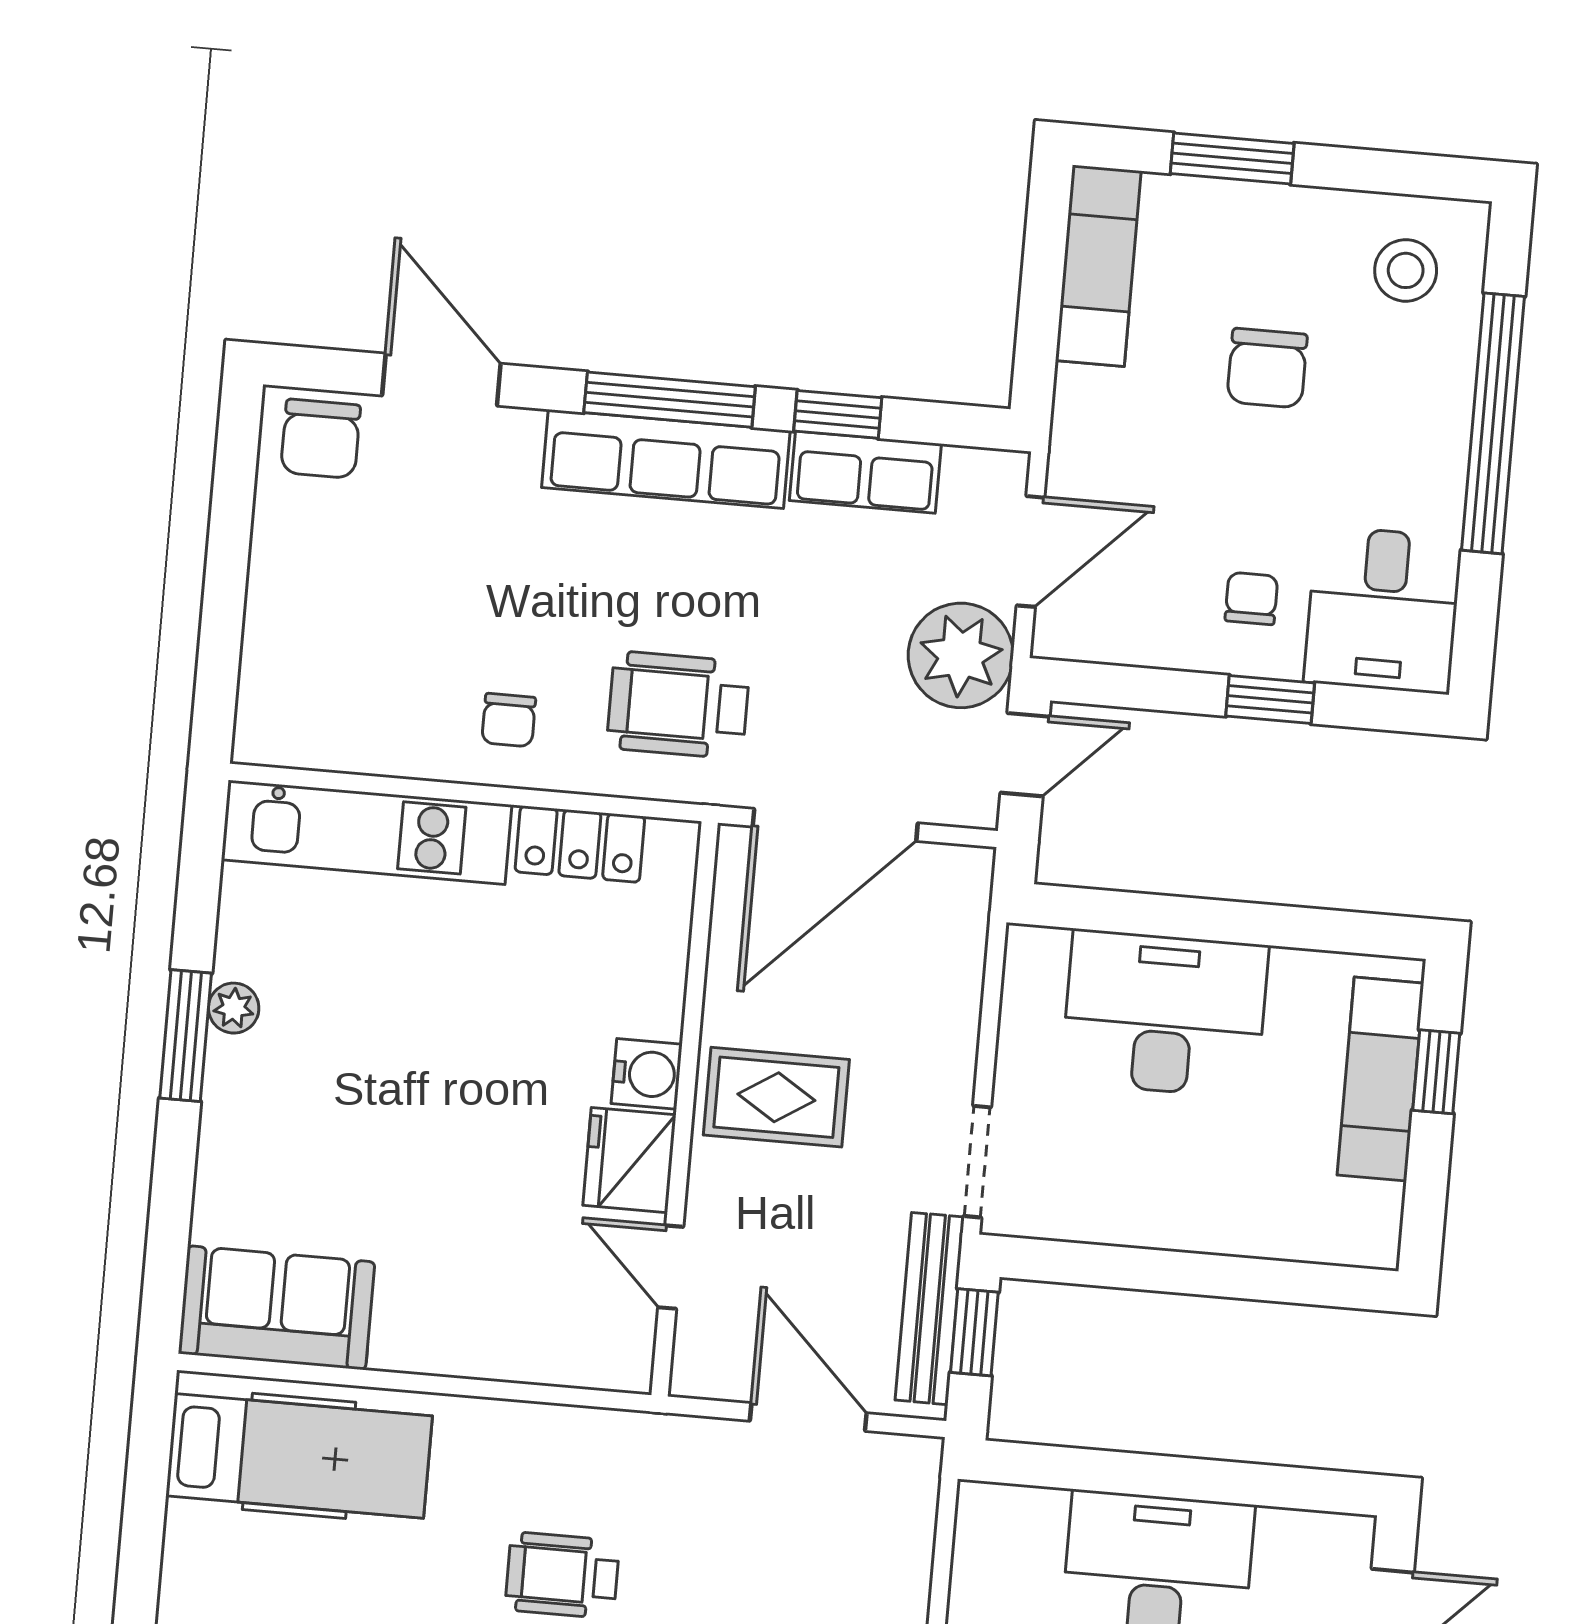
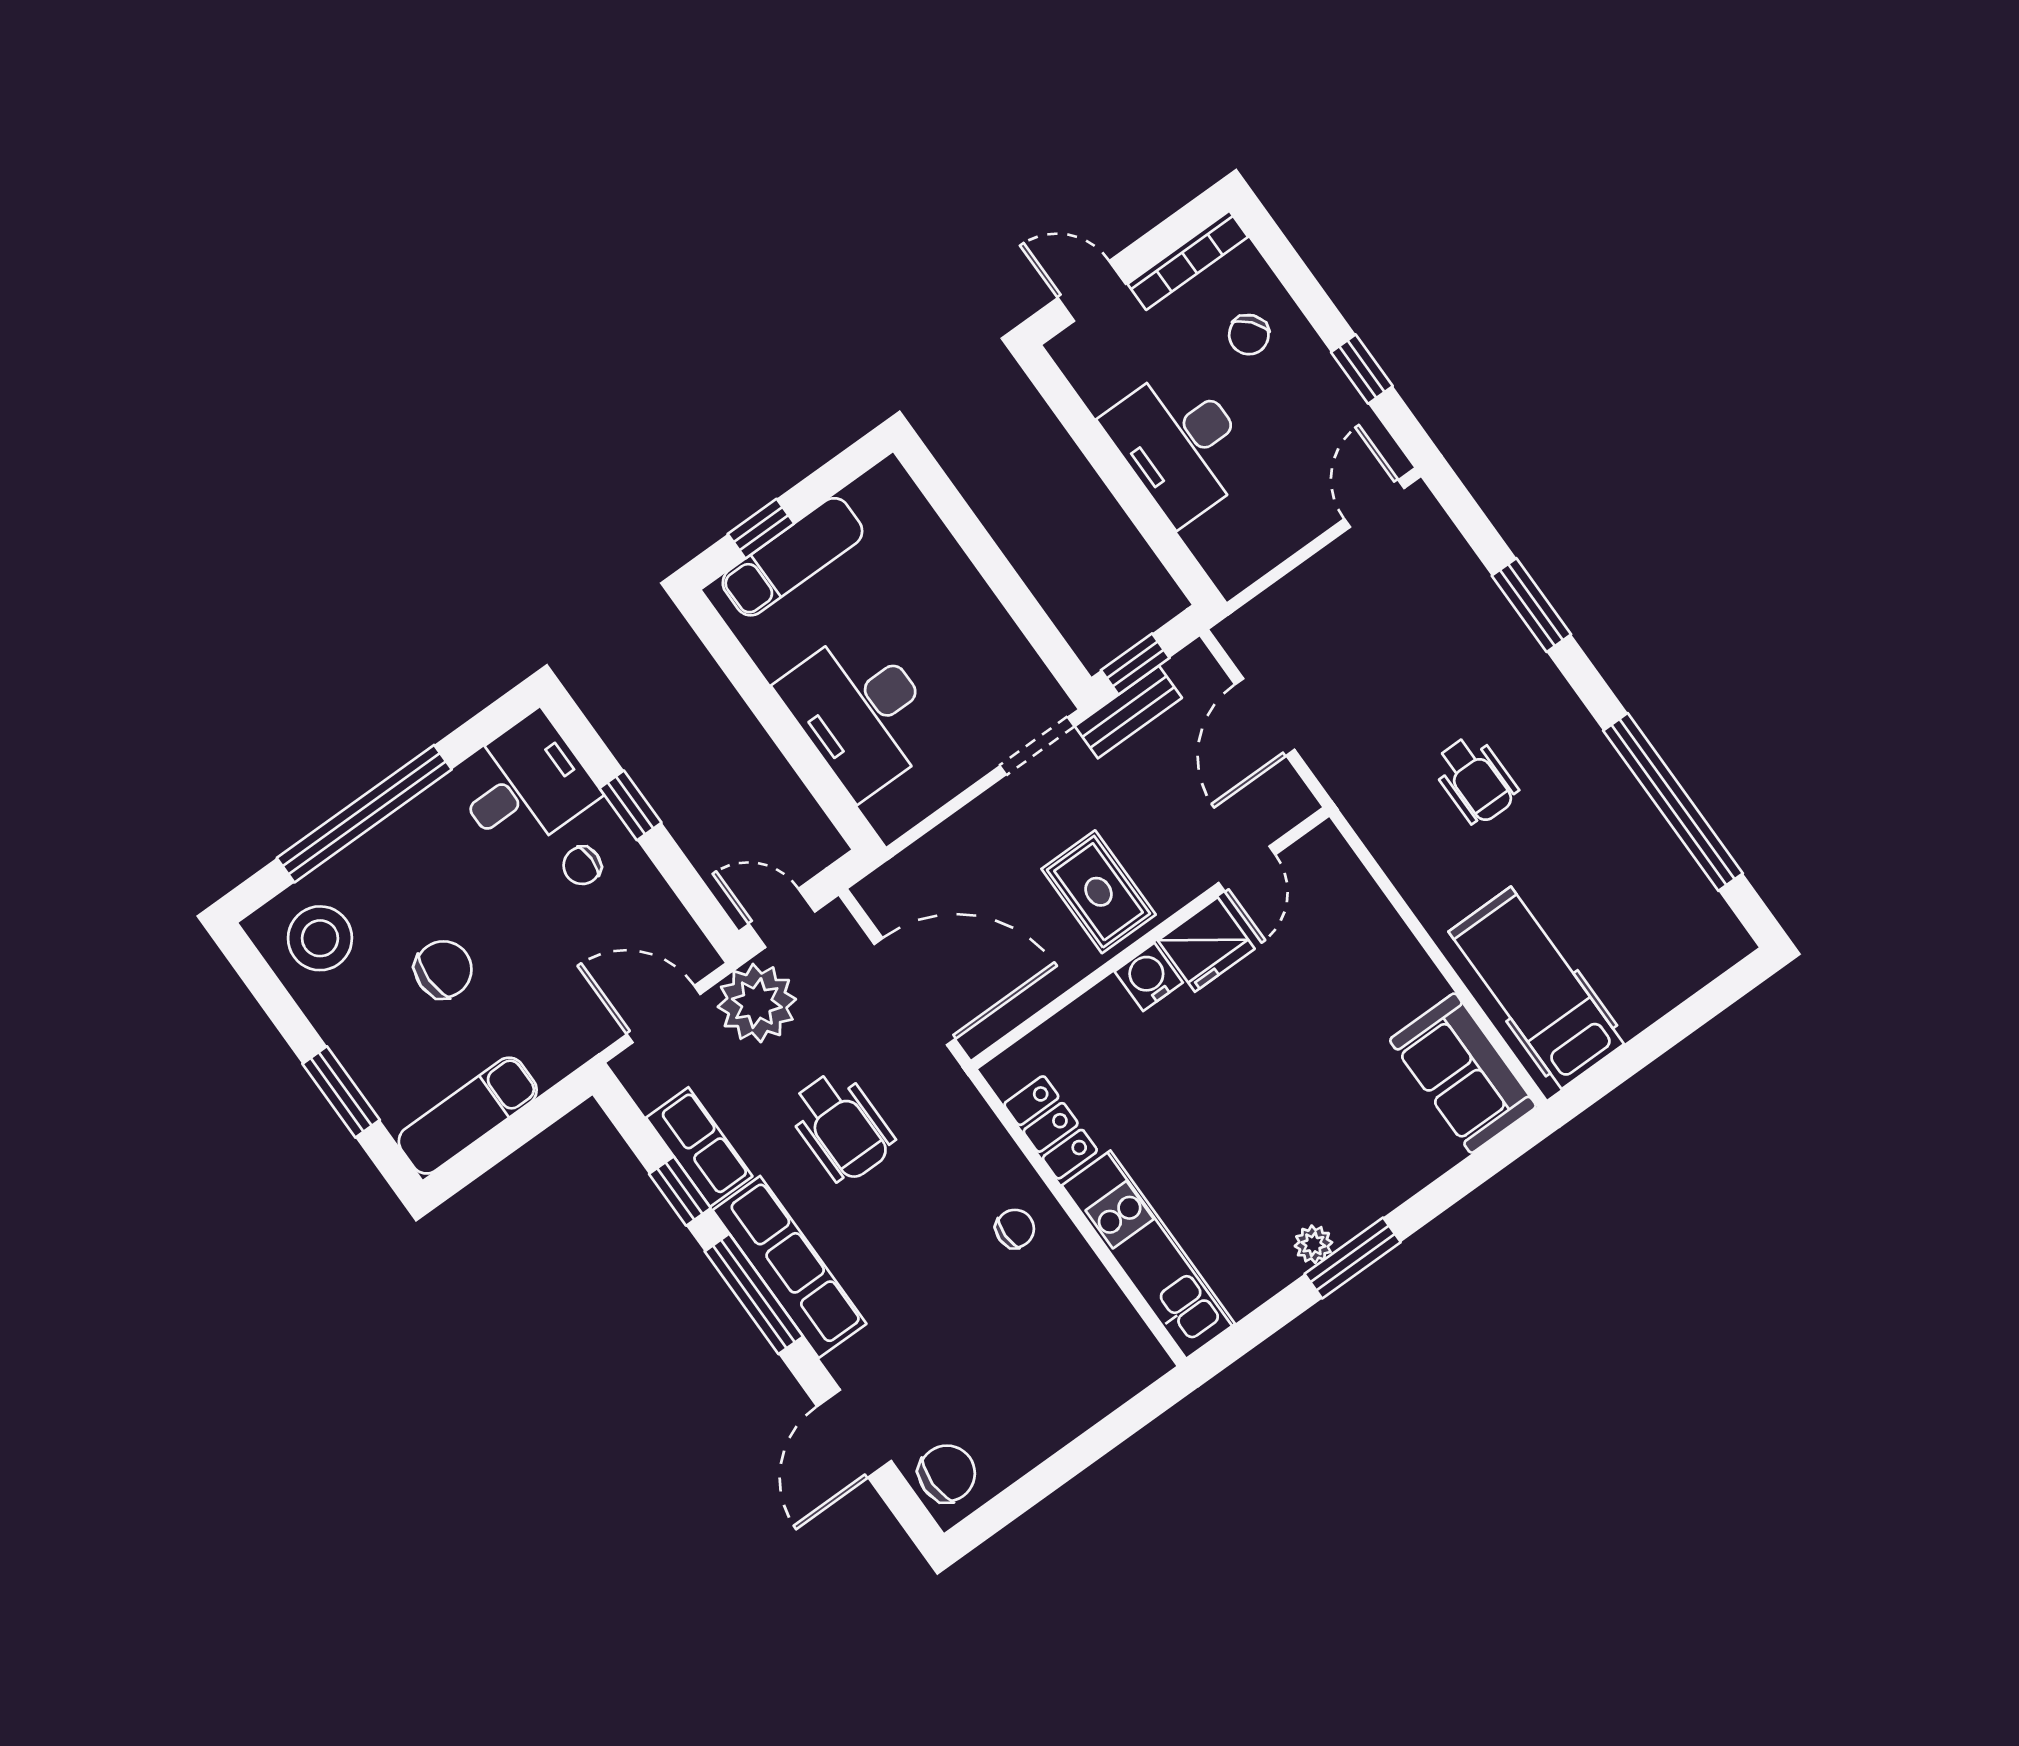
stool: (1406, 270) -> (320, 938), width x1.38, depth x1.38
wheelchair: (678, 705) -> (841, 1126), moved
bench: (930, 1309) -> (1128, 712), width x0.73

